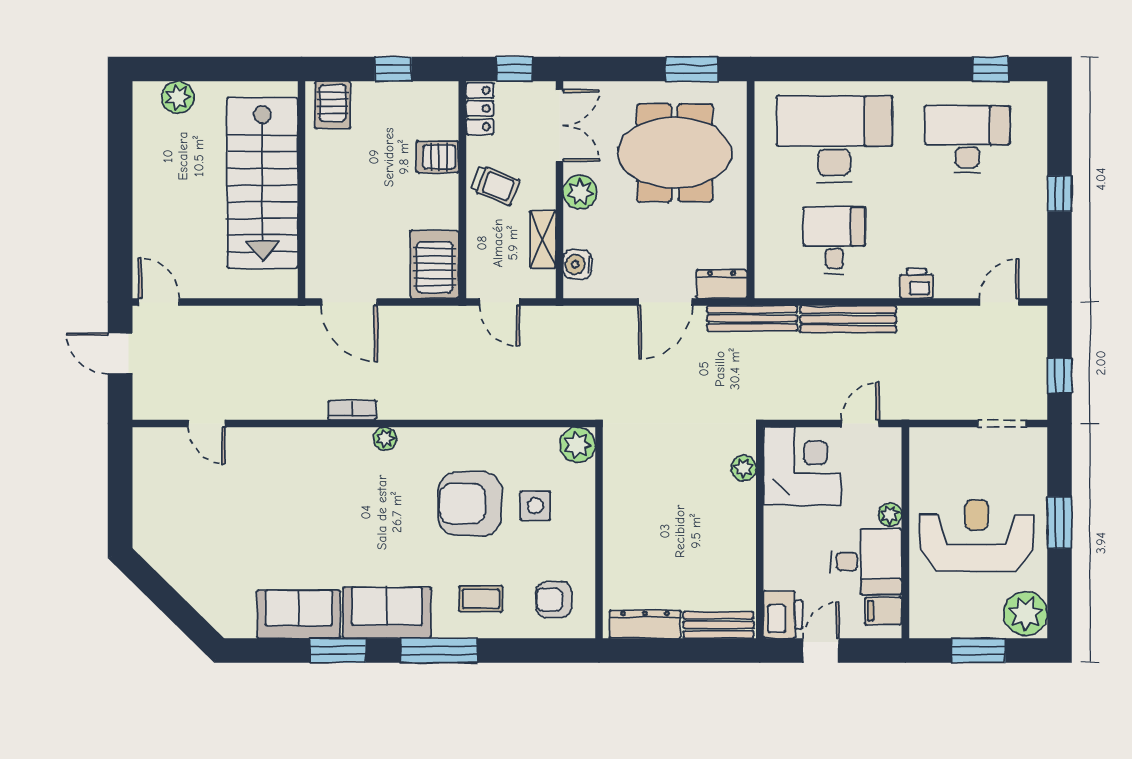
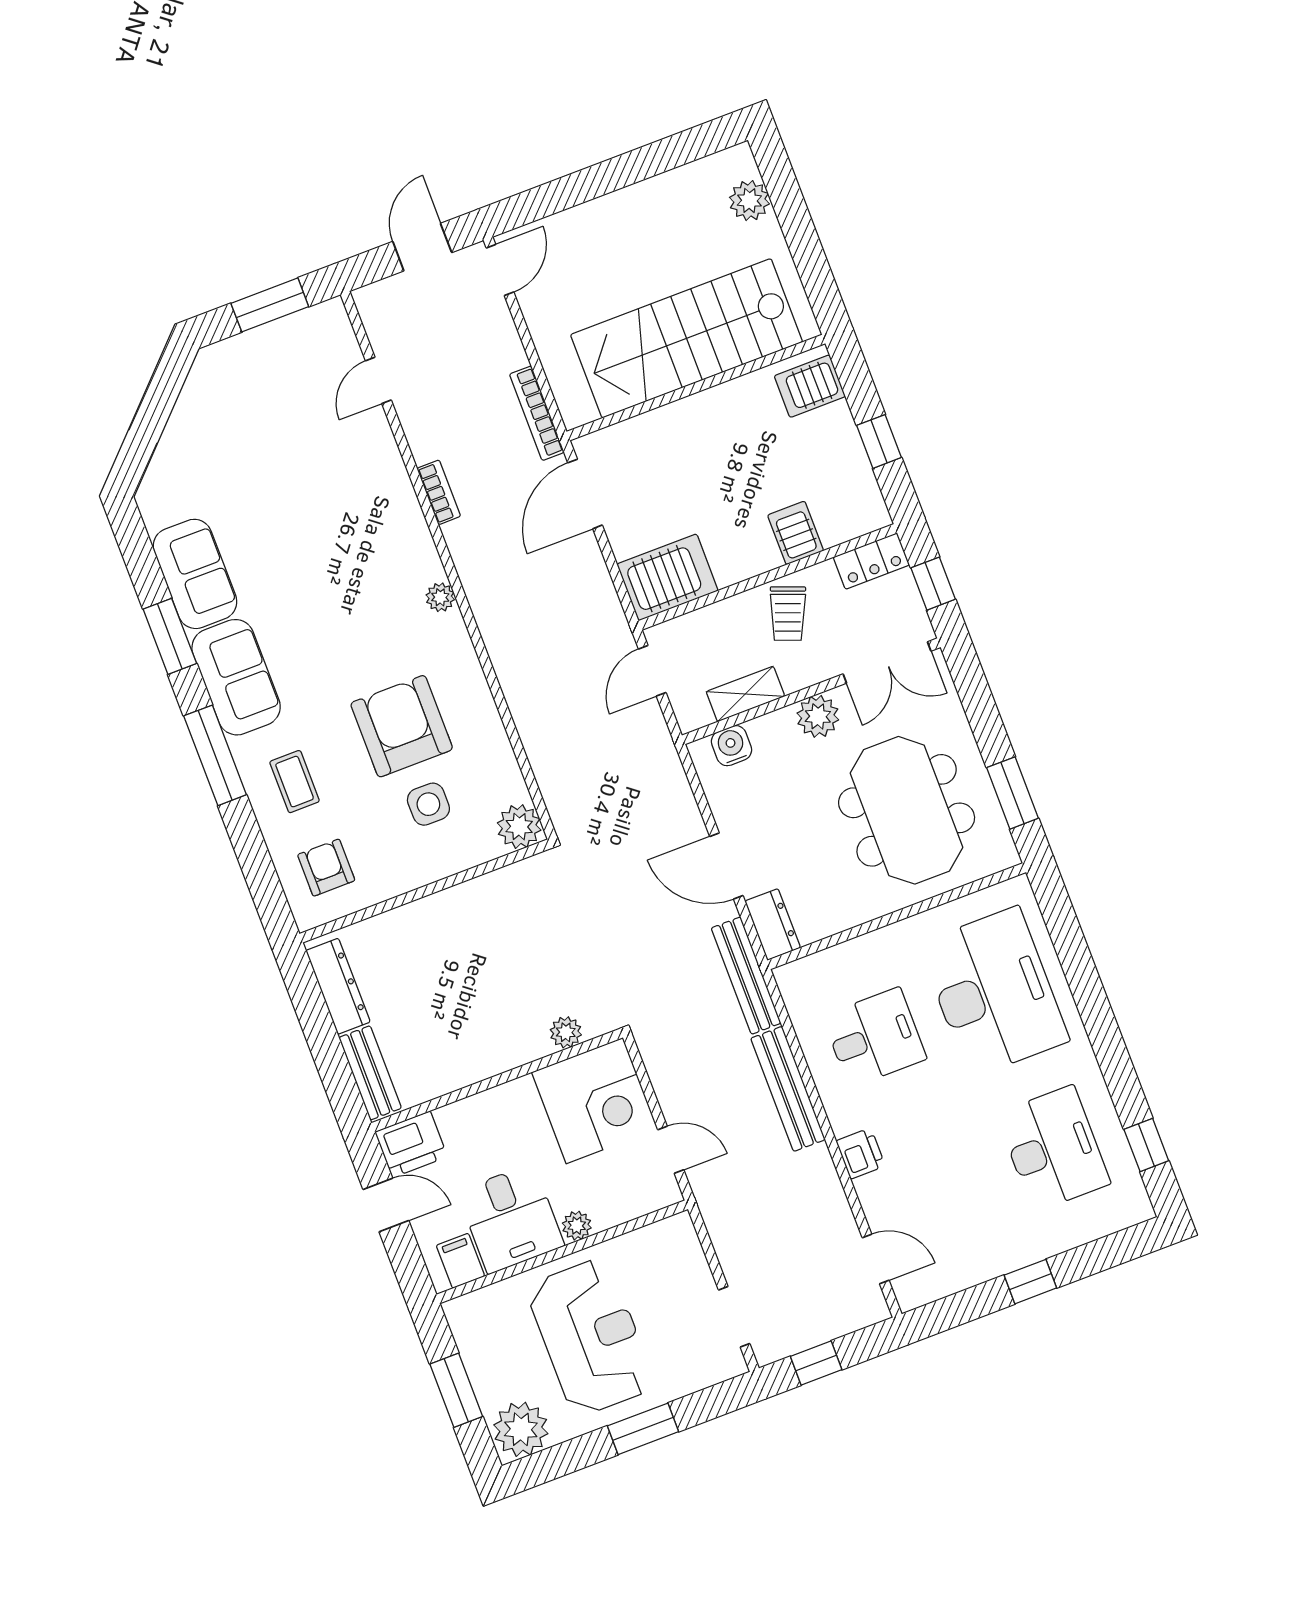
bookcase: (276, 315) -> (537, 413), added
bookcase: (352, 410) -> (439, 492), moved
window: (120, 483) -> (270, 305), added

